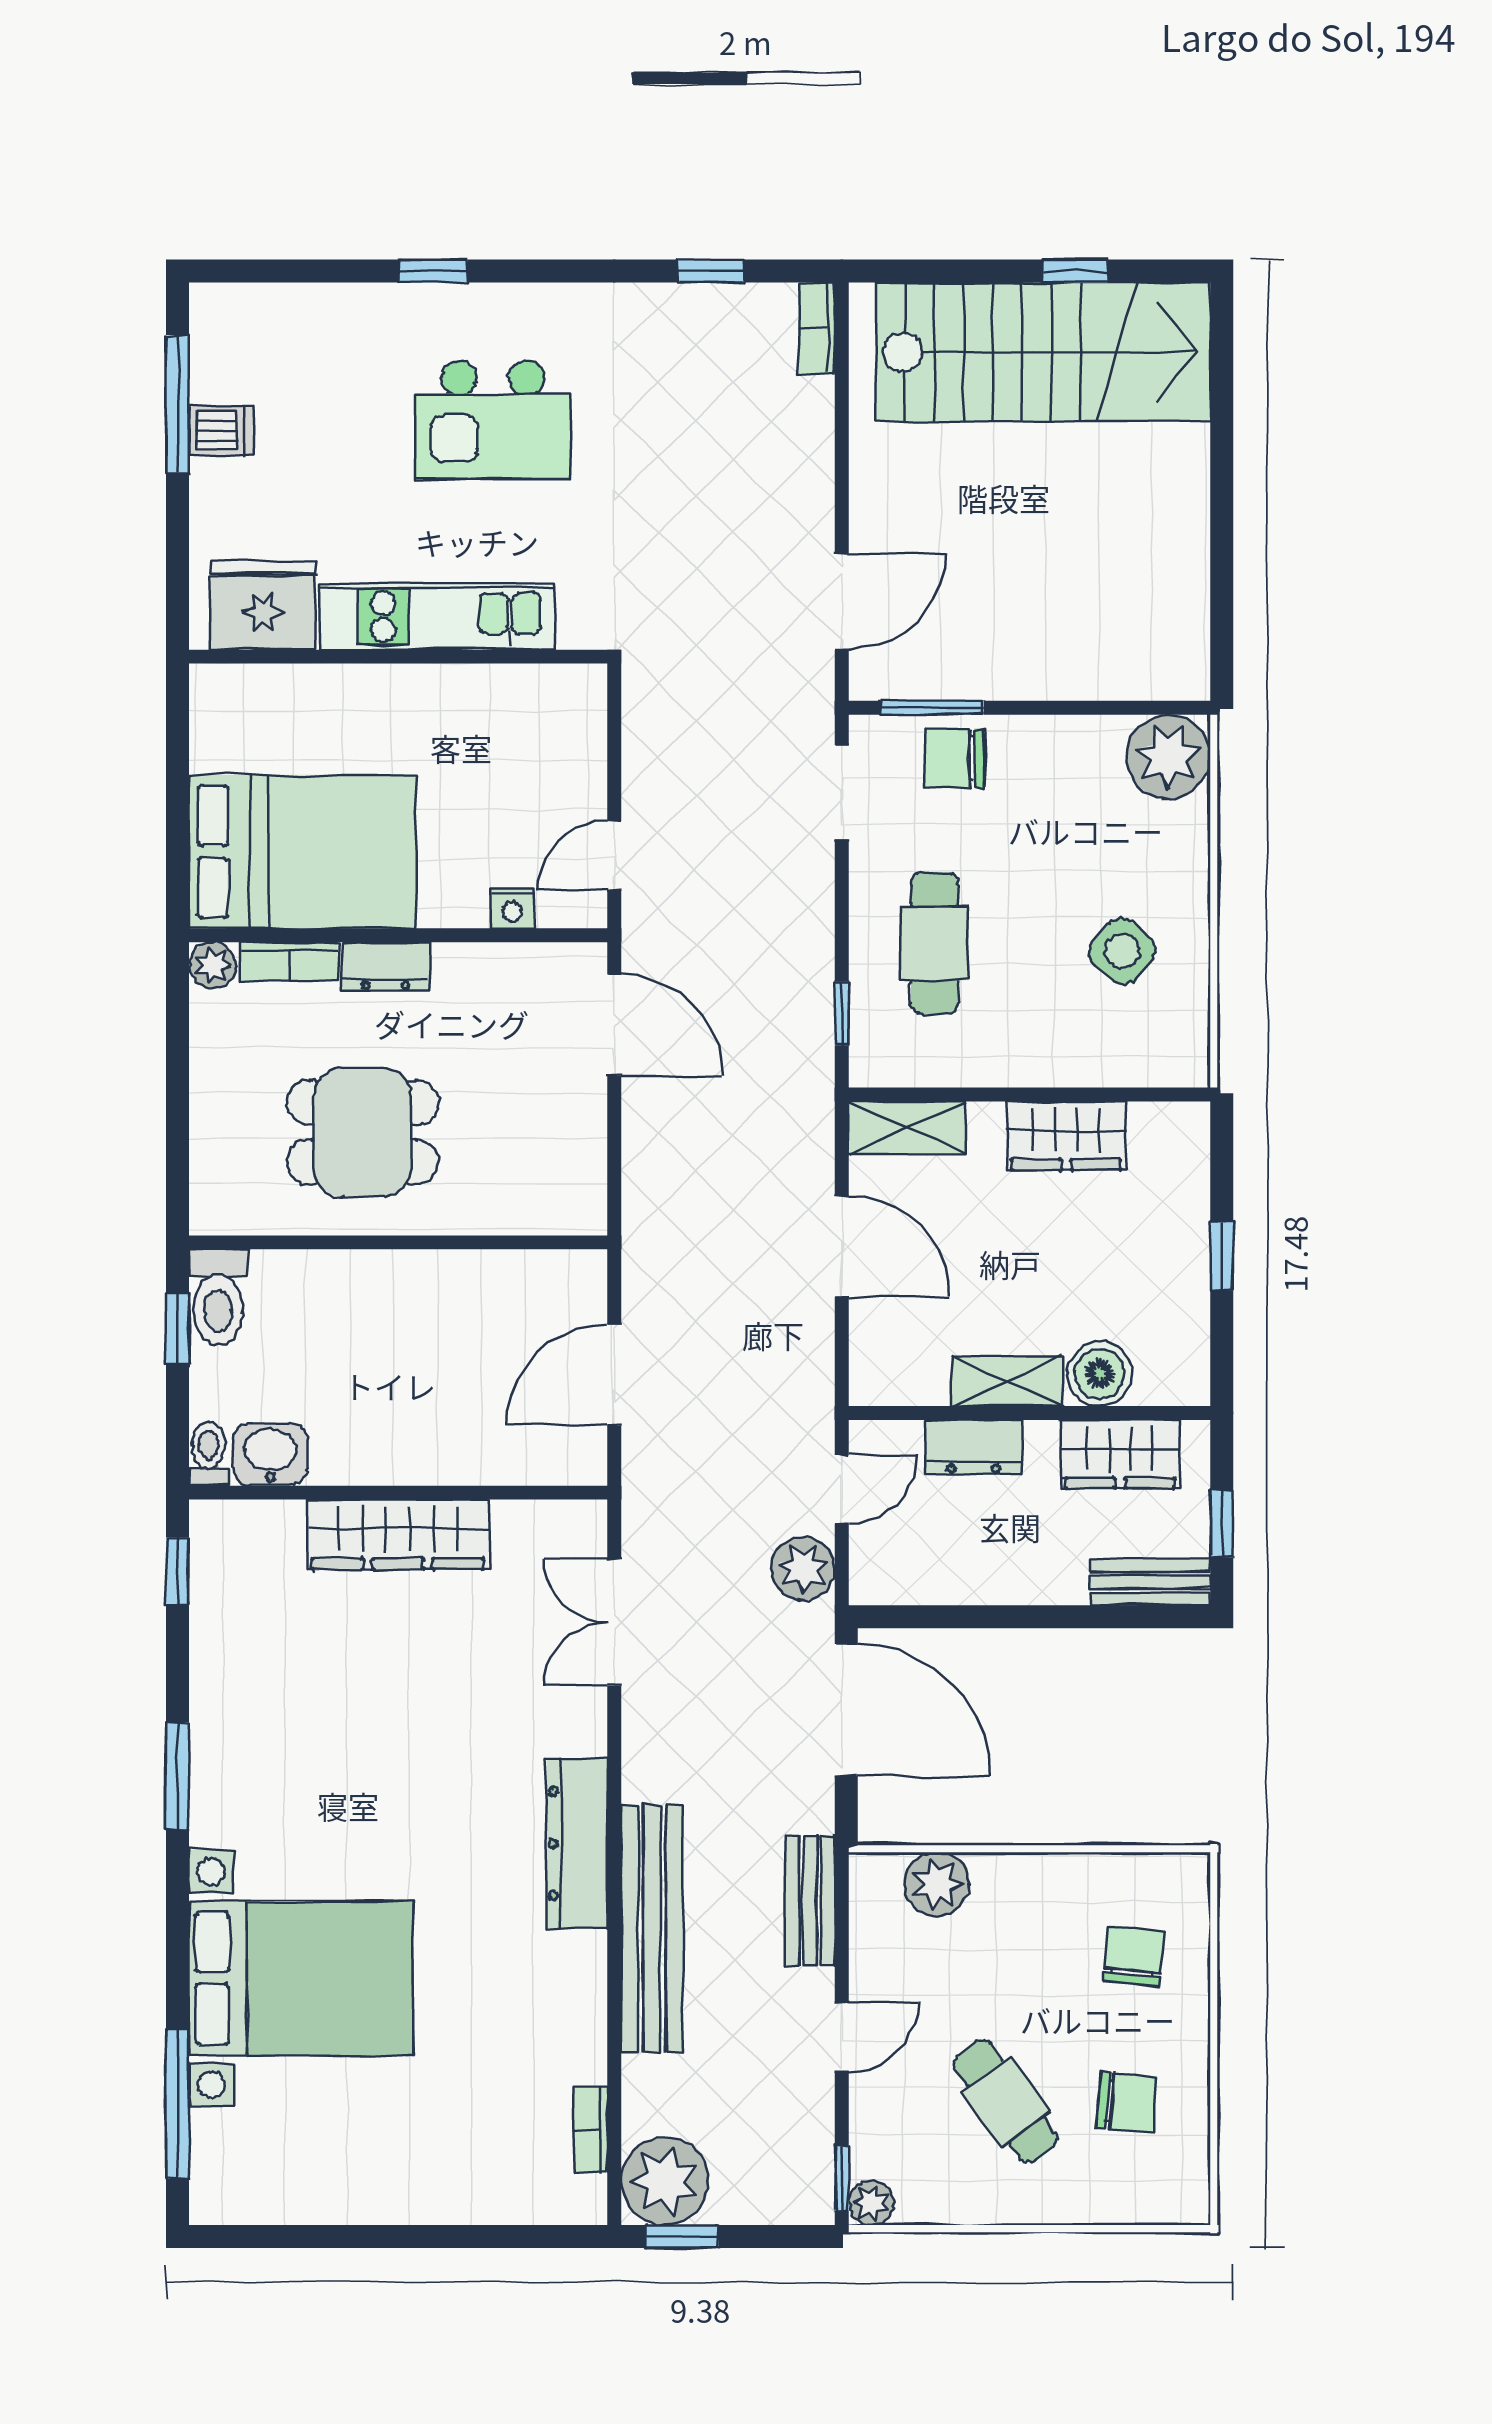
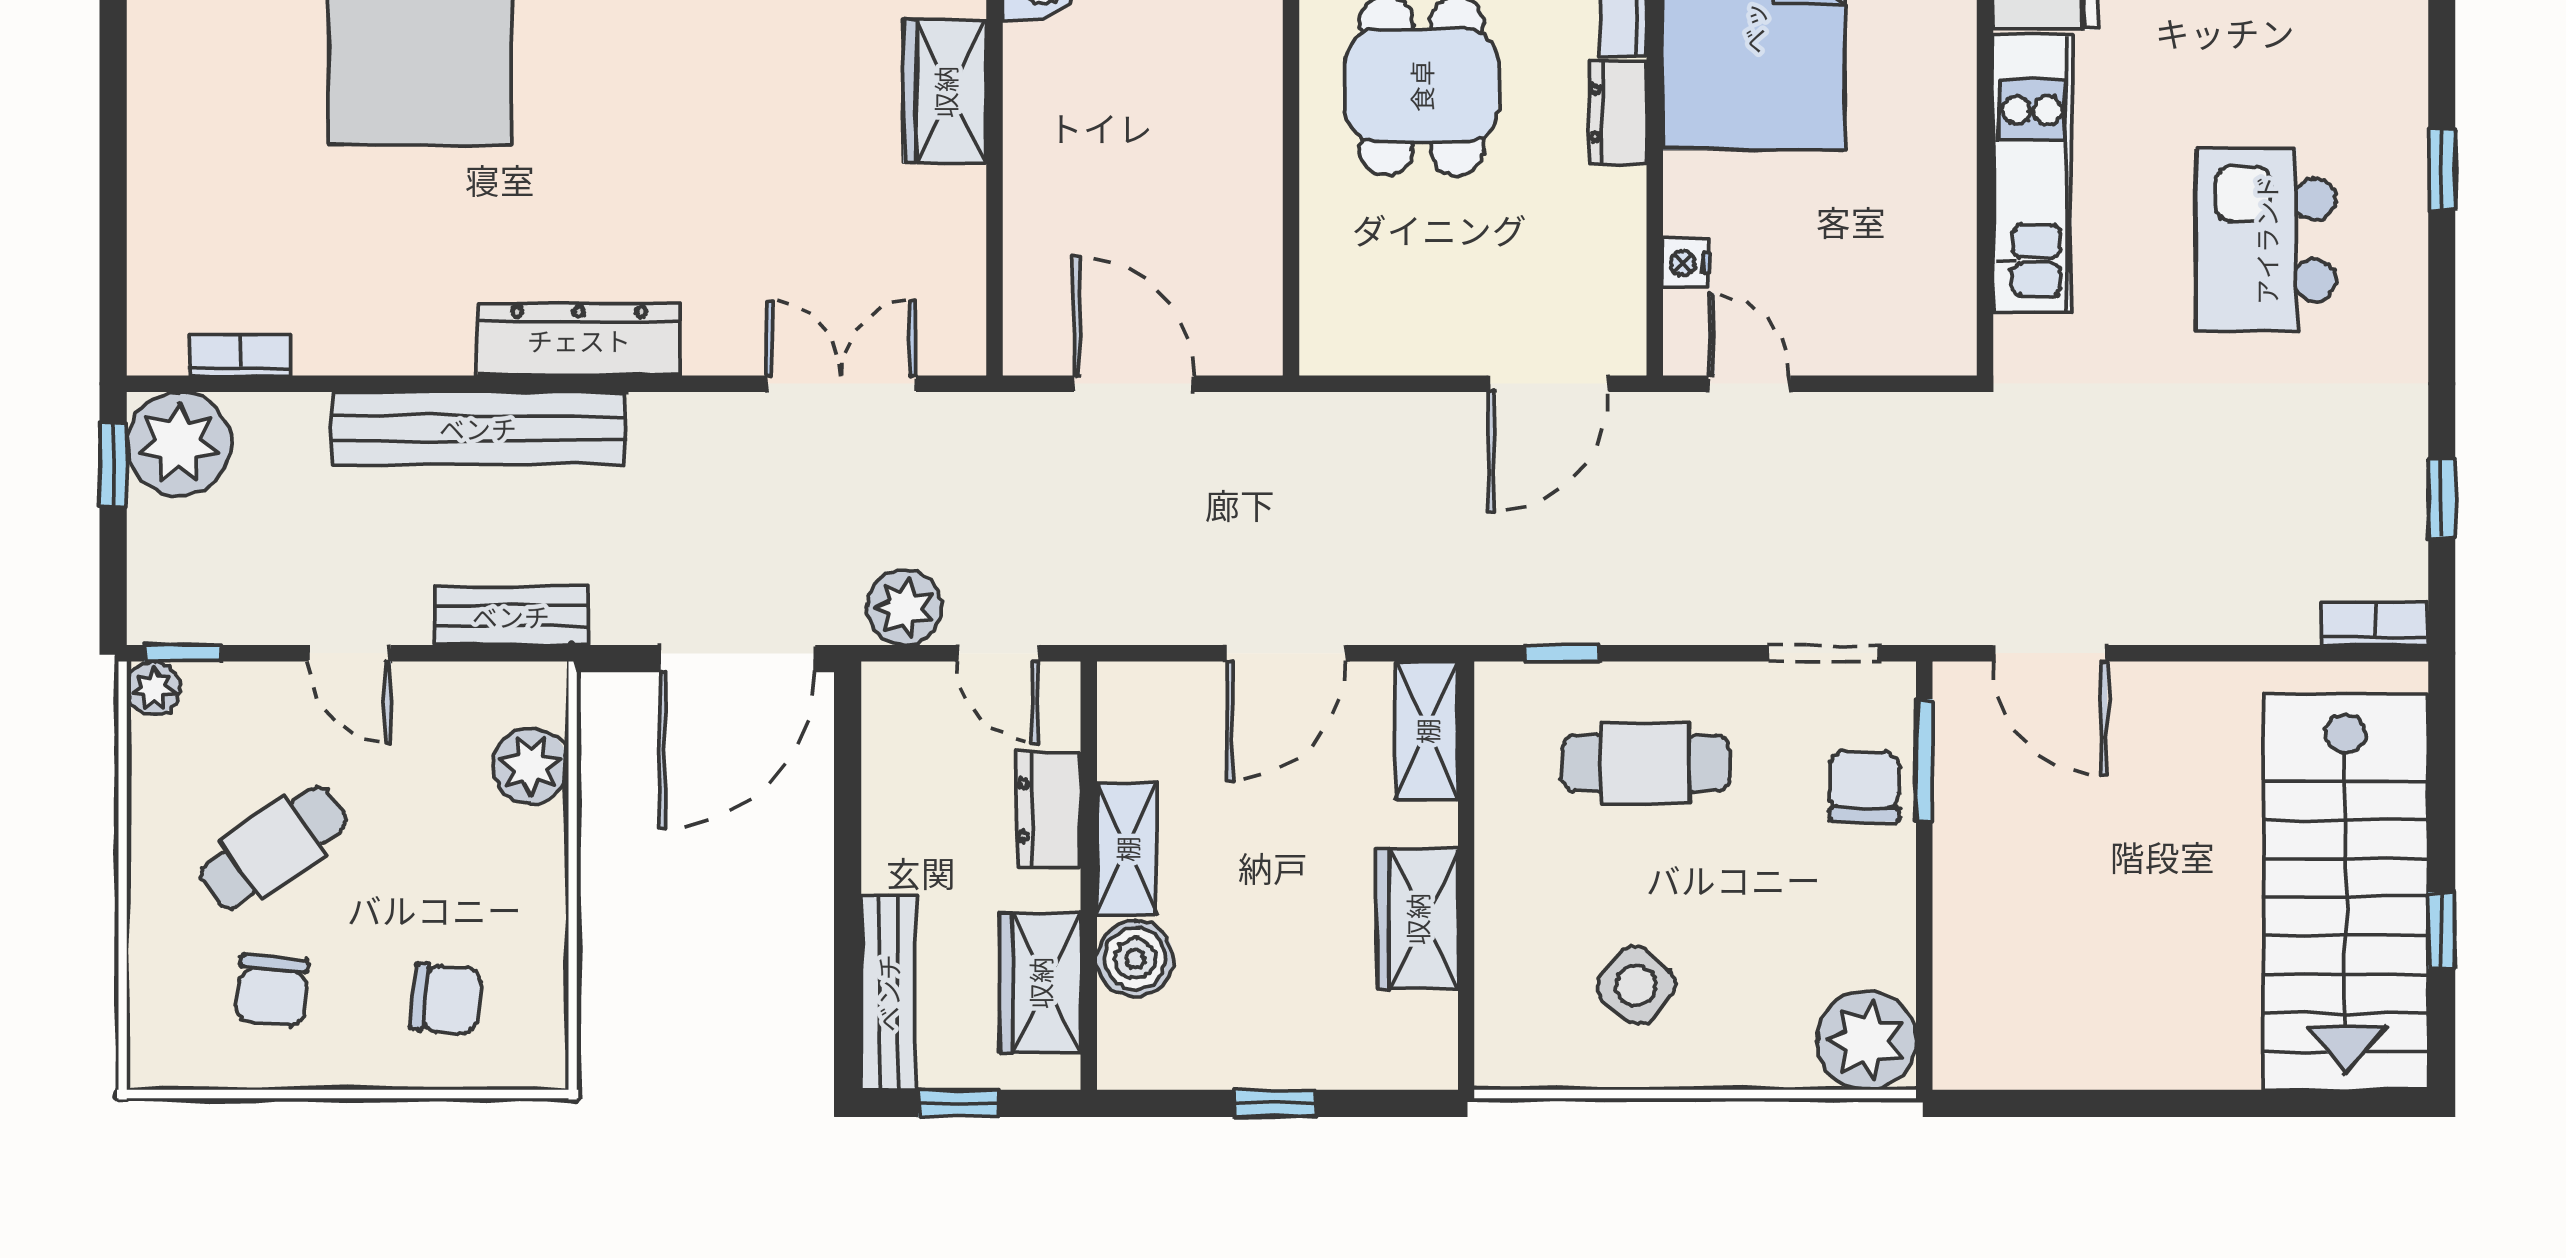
wardrobe: (398, 1534) -> (945, 92), width x0.67
bench: (1150, 1582) -> (888, 993), width x1.36

